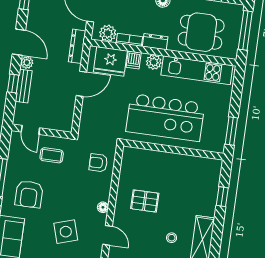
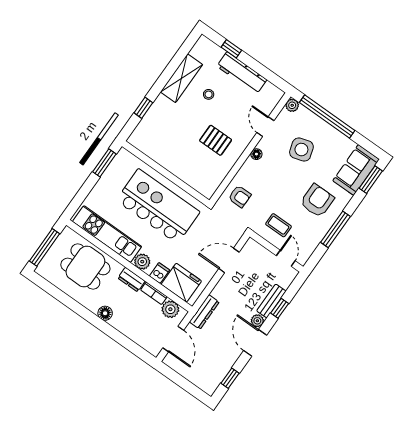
door: (81, 84) -> (229, 260), moved

